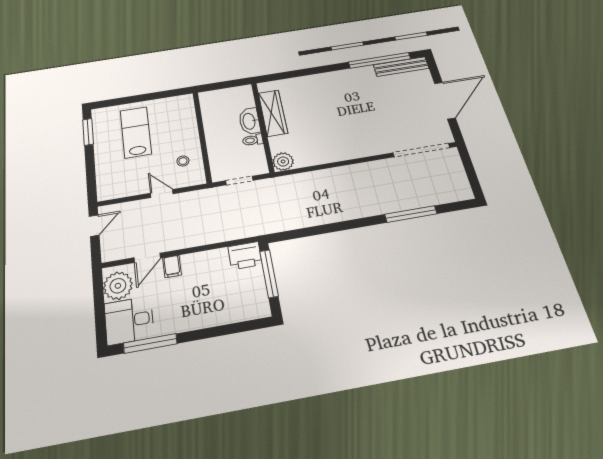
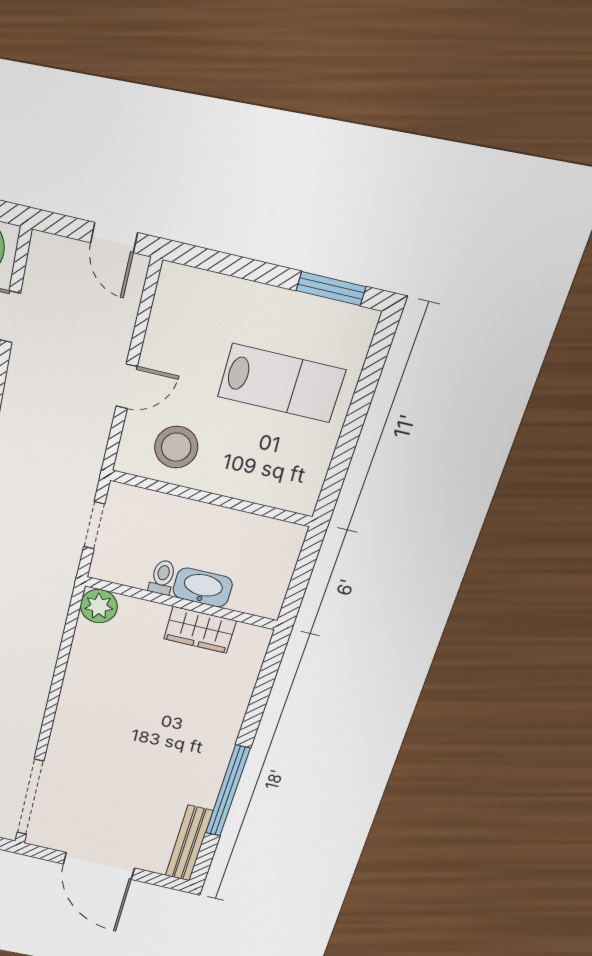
window: (380, 60) -> (227, 791), moved
wardrobe: (273, 113) -> (200, 630), width x0.67
stool: (183, 161) -> (176, 447), width x1.89, depth x1.89

